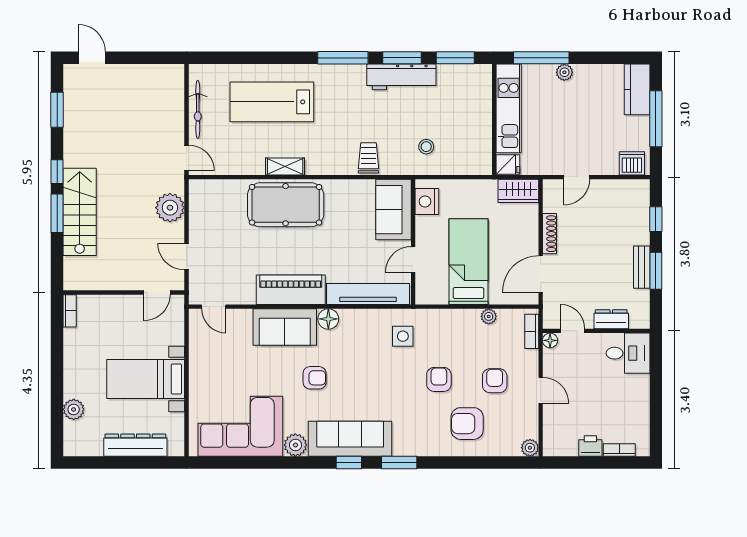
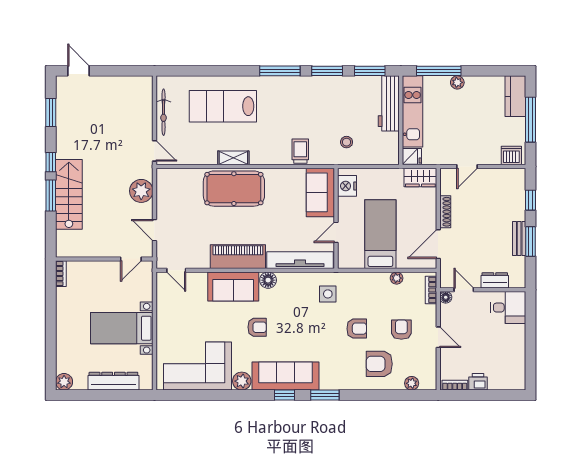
workbench: (401, 77) -> (389, 103), moved, turned 90
armchair: (439, 379) -> (357, 329), turned 90
plant: (74, 409) -> (64, 382), moved
plant: (530, 448) -> (412, 383), moved
bookcase: (619, 450) -> (455, 385), moved

